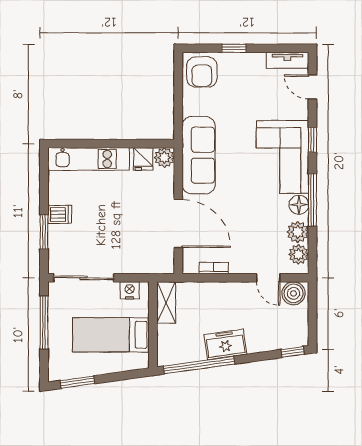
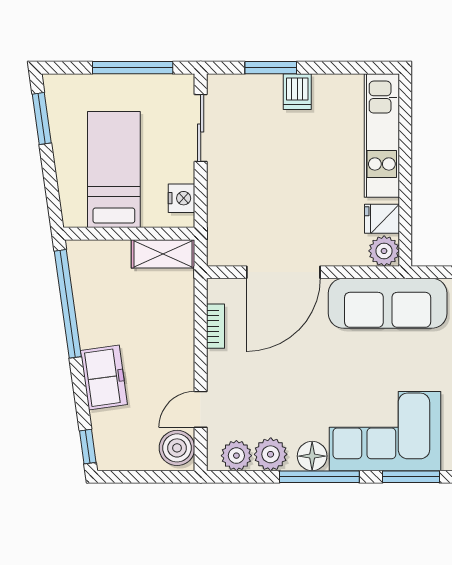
window: (312, 140) -> (411, 477), width x1.50
sliding door: (84, 278) -> (201, 128), width x0.73
freezer: (225, 344) -> (104, 378), moved

